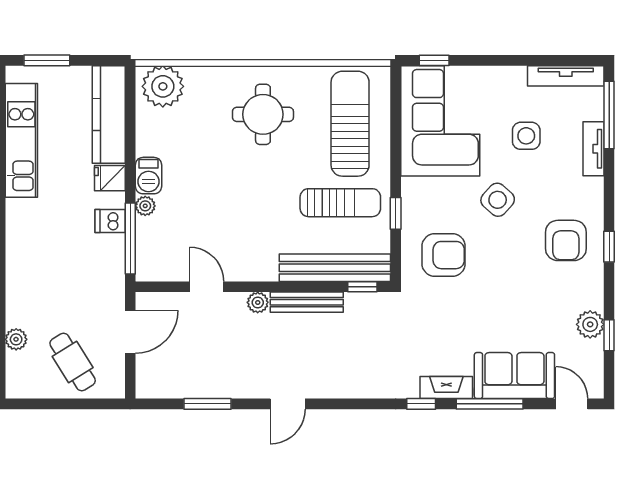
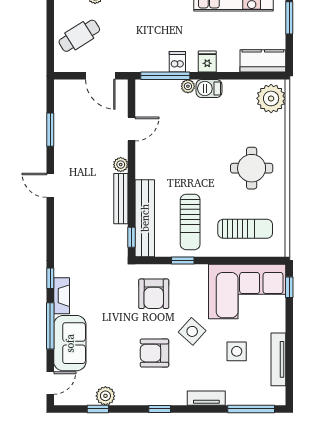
tv unit: (566, 76) -> (278, 359), moved
kitchen counter: (109, 114) -> (263, 61), width x0.67
sun lounger: (350, 124) -> (245, 229), width x0.73, depth x0.75
tv unit: (593, 149) -> (206, 398), moved
armchair: (566, 240) -> (154, 353), moved

